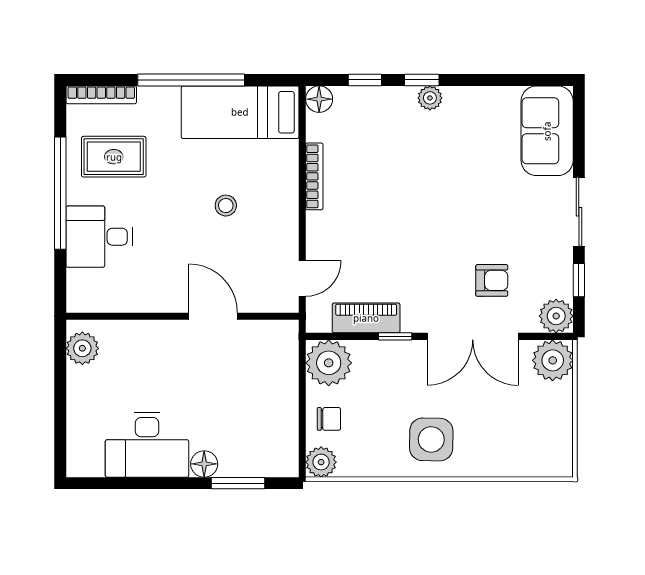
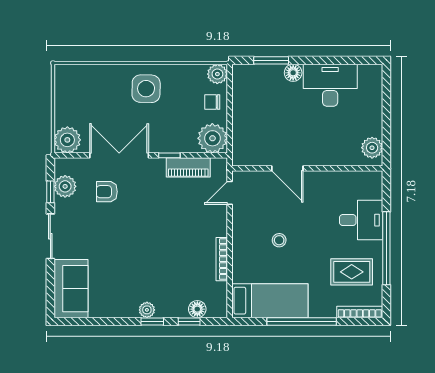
floor lamp: (319, 99) -> (197, 309), moved
plant: (556, 316) -> (65, 186), moved

